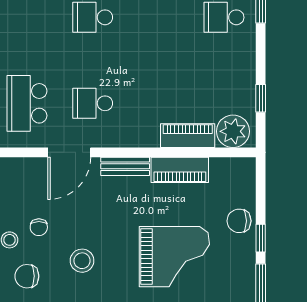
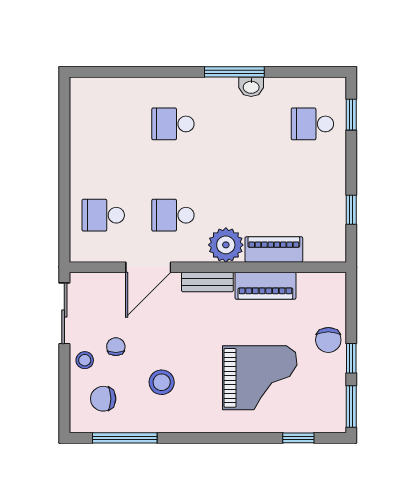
school desk: (27, 103) -> (103, 215), width x0.54
plant: (233, 131) -> (226, 245), moved
chair: (239, 221) -> (328, 340), turned -90
chair: (39, 227) -> (116, 347), turned 180

